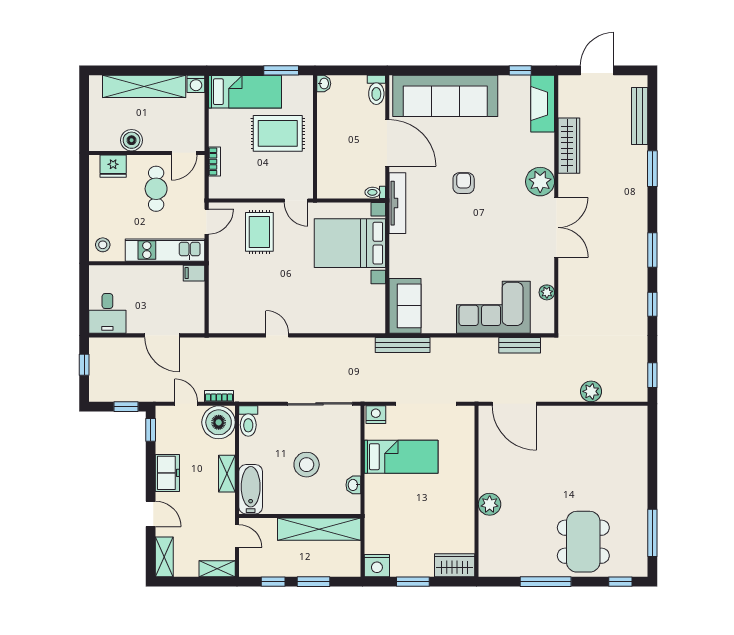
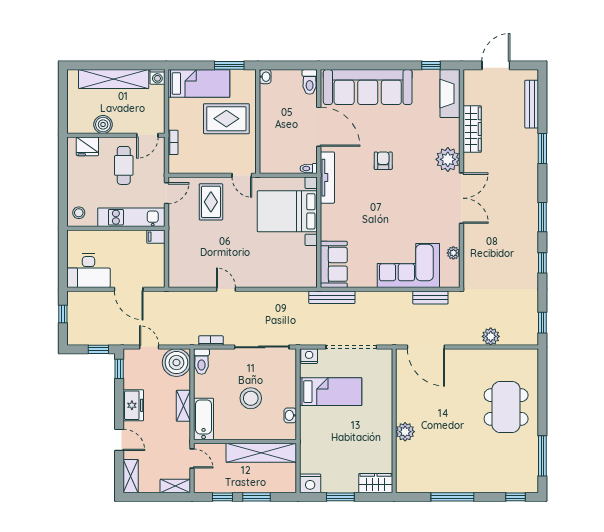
desk: (107, 313) -> (89, 271), width x1.37
bookcase: (219, 396) -> (211, 340), moved
dining table: (583, 542) -> (506, 407), moved

